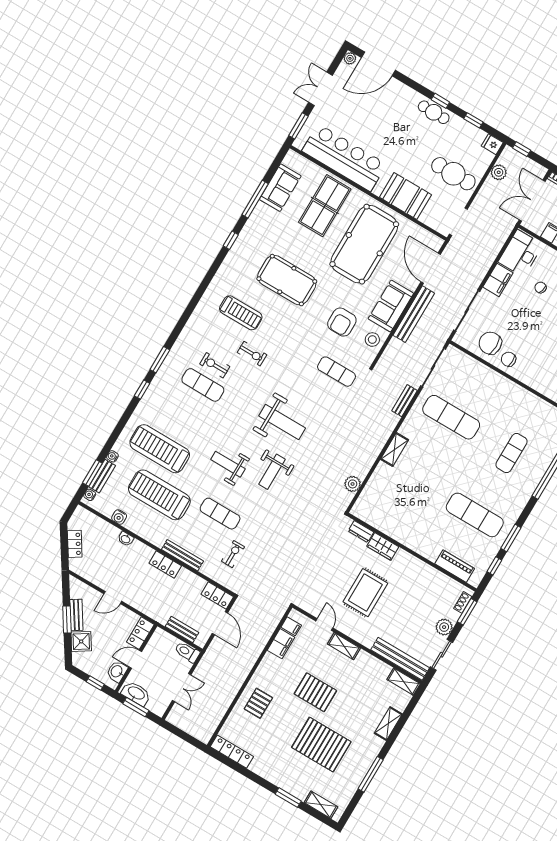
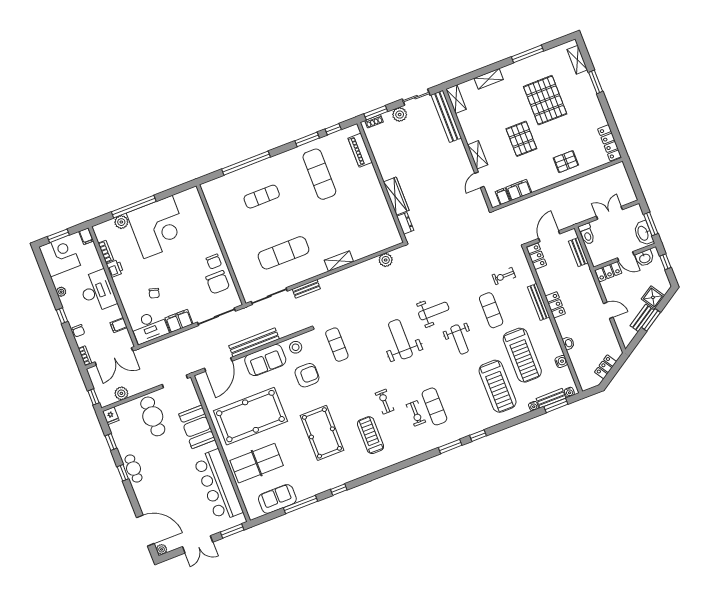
exercise mat: (451, 417) -> (283, 253), turned 90
wardrobe: (383, 546) -> (396, 196), width x1.50
rug: (365, 593) -> (435, 180), removed

